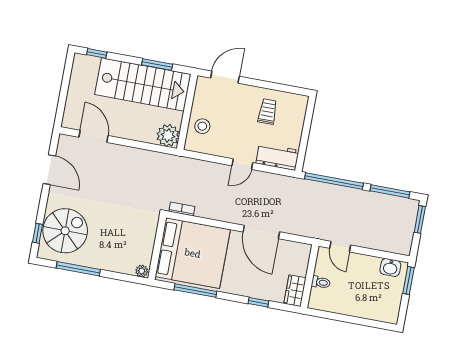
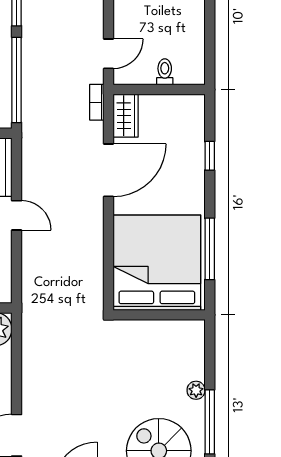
bookcase: (182, 209) -> (97, 102), moved
plant: (142, 271) -> (196, 390), moved
wardrobe: (295, 291) -> (126, 116), moved, turned -90

